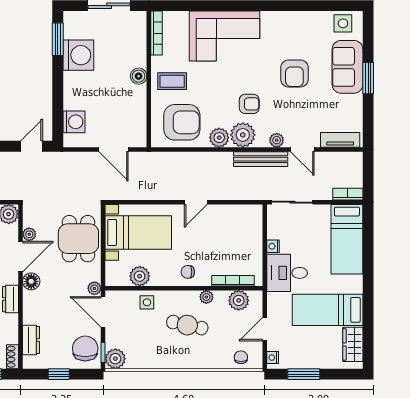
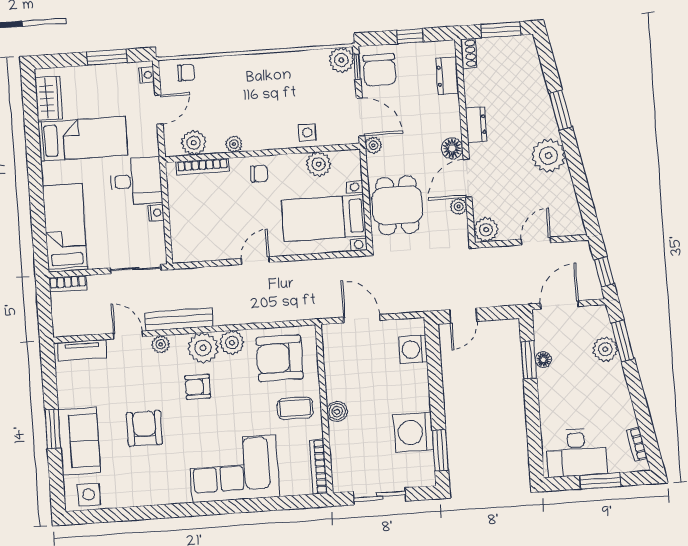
cafe table: (187, 325) -> (255, 108), removed
chair: (241, 357) -> (186, 73), turned -90

